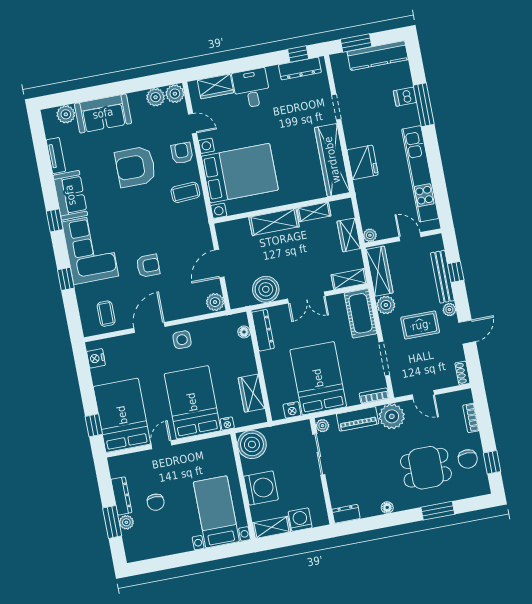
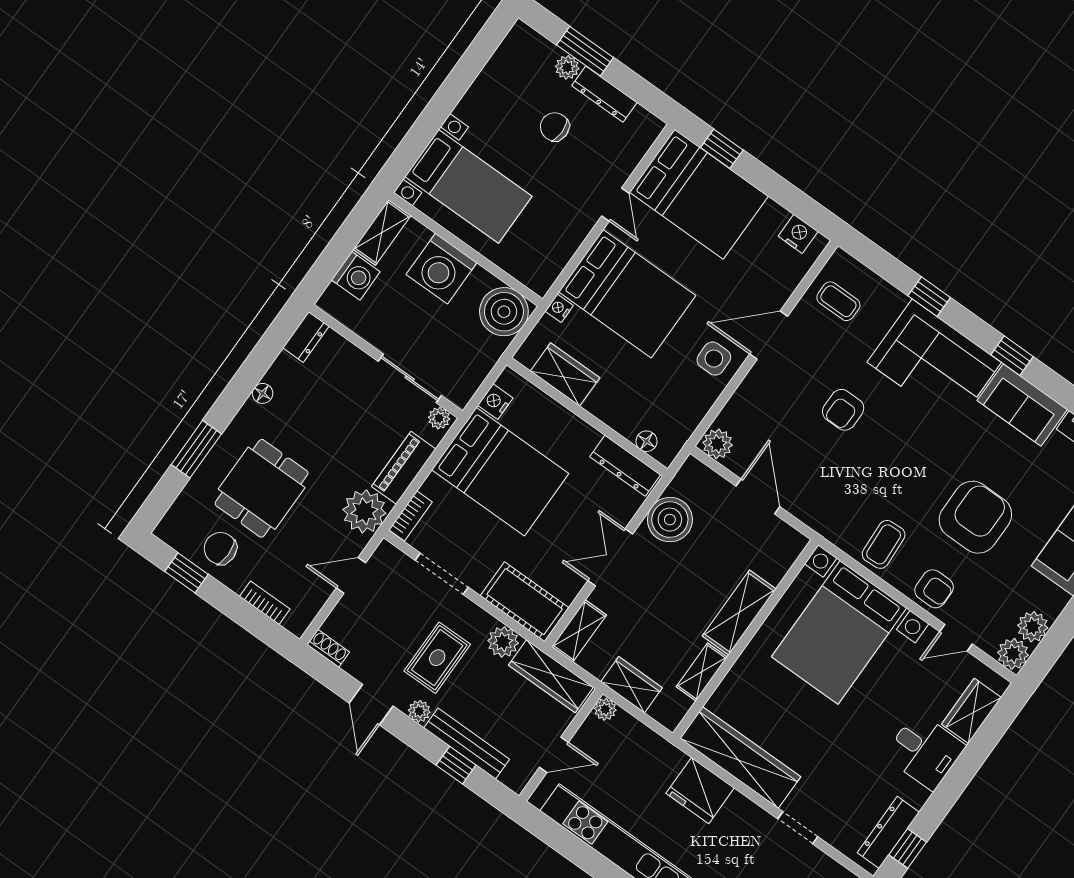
door: (149, 327) -> (769, 335), swing flipped

